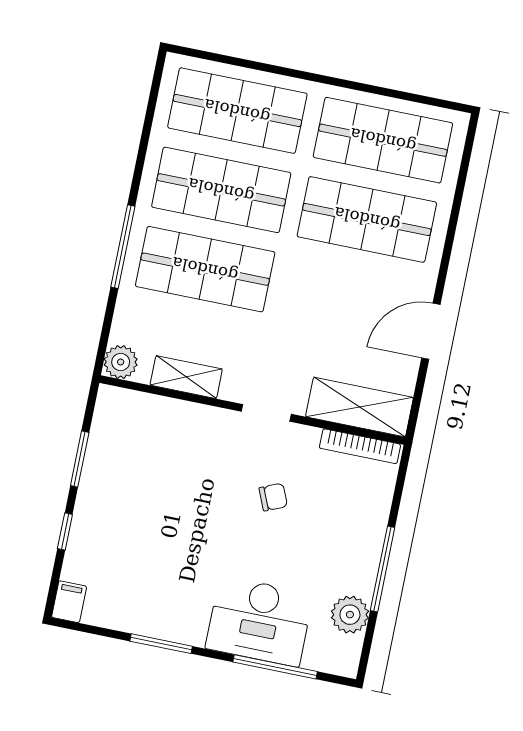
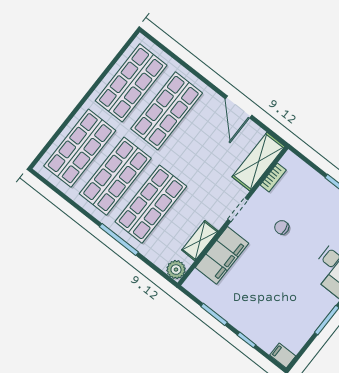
filing cabinet: (180, 424) -> (222, 255), added
bookcase: (360, 446) -> (273, 177), width x0.64
chair: (273, 497) -> (282, 227), turned -74

